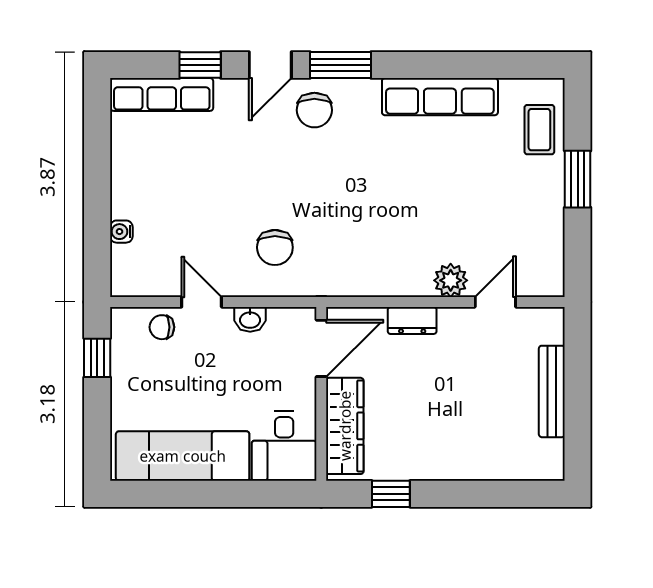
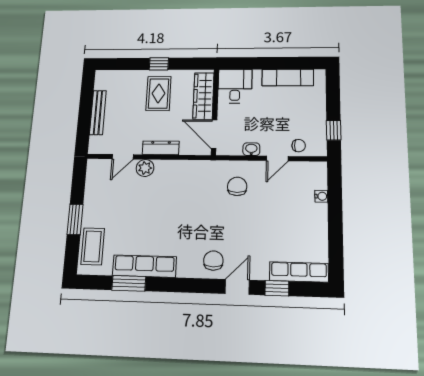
window: (341, 65) -> (129, 283), moved
coffee table: (539, 130) -> (93, 246), width x1.36, depth x1.30
door: (202, 302) -> (277, 158), hinge flipped
dresser: (412, 320) -> (161, 148), width x1.44
door: (321, 348) -> (214, 134), hinge flipped
rug: (433, 431) -> (159, 93), added
exam couch: (183, 456) -> (288, 78), width x0.73, depth x0.69
window: (391, 494) -> (159, 64), moved

